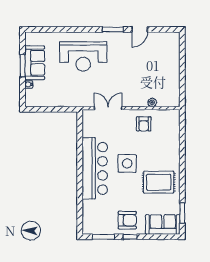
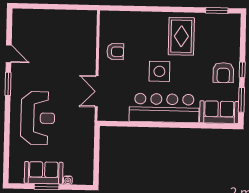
plant: (152, 102) -> (91, 42), removed
armchair: (127, 220) -> (223, 73), turned 180
sofa: (163, 225) -> (219, 112), moved, turned 90

